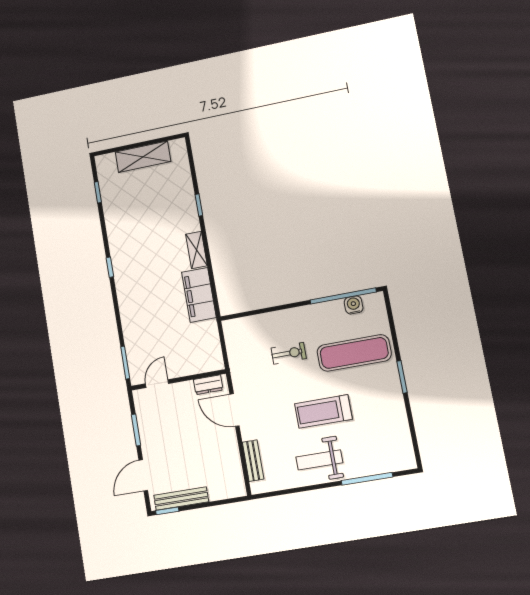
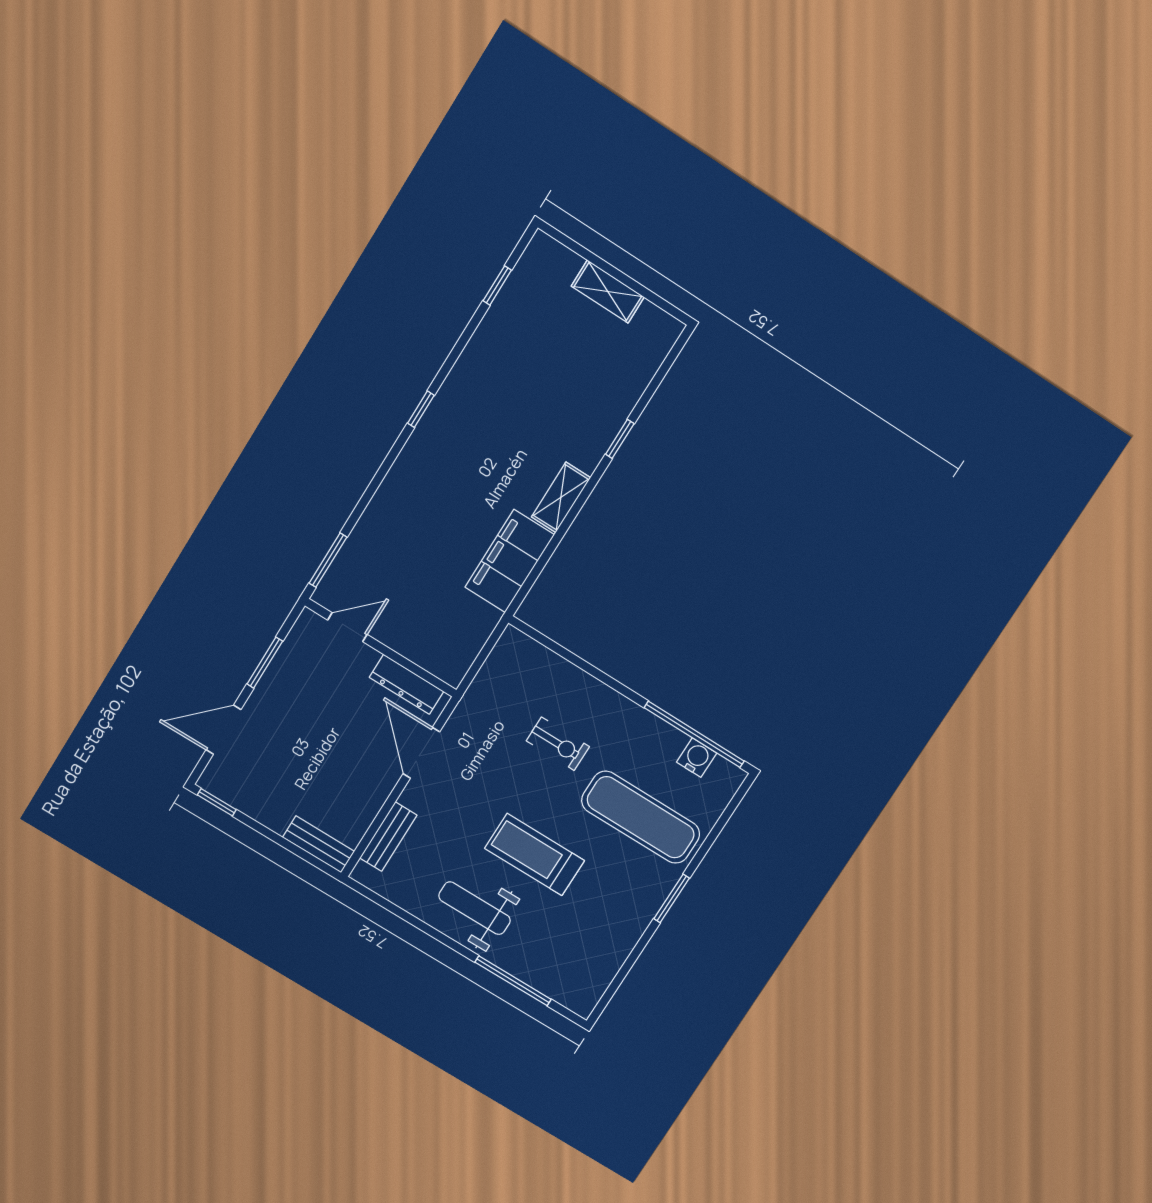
shelving: (143, 157) -> (608, 292), width x0.67, depth x0.75
dresser: (208, 385) -> (407, 684), width x1.44
bench: (181, 499) -> (319, 844), moved, width x0.73

